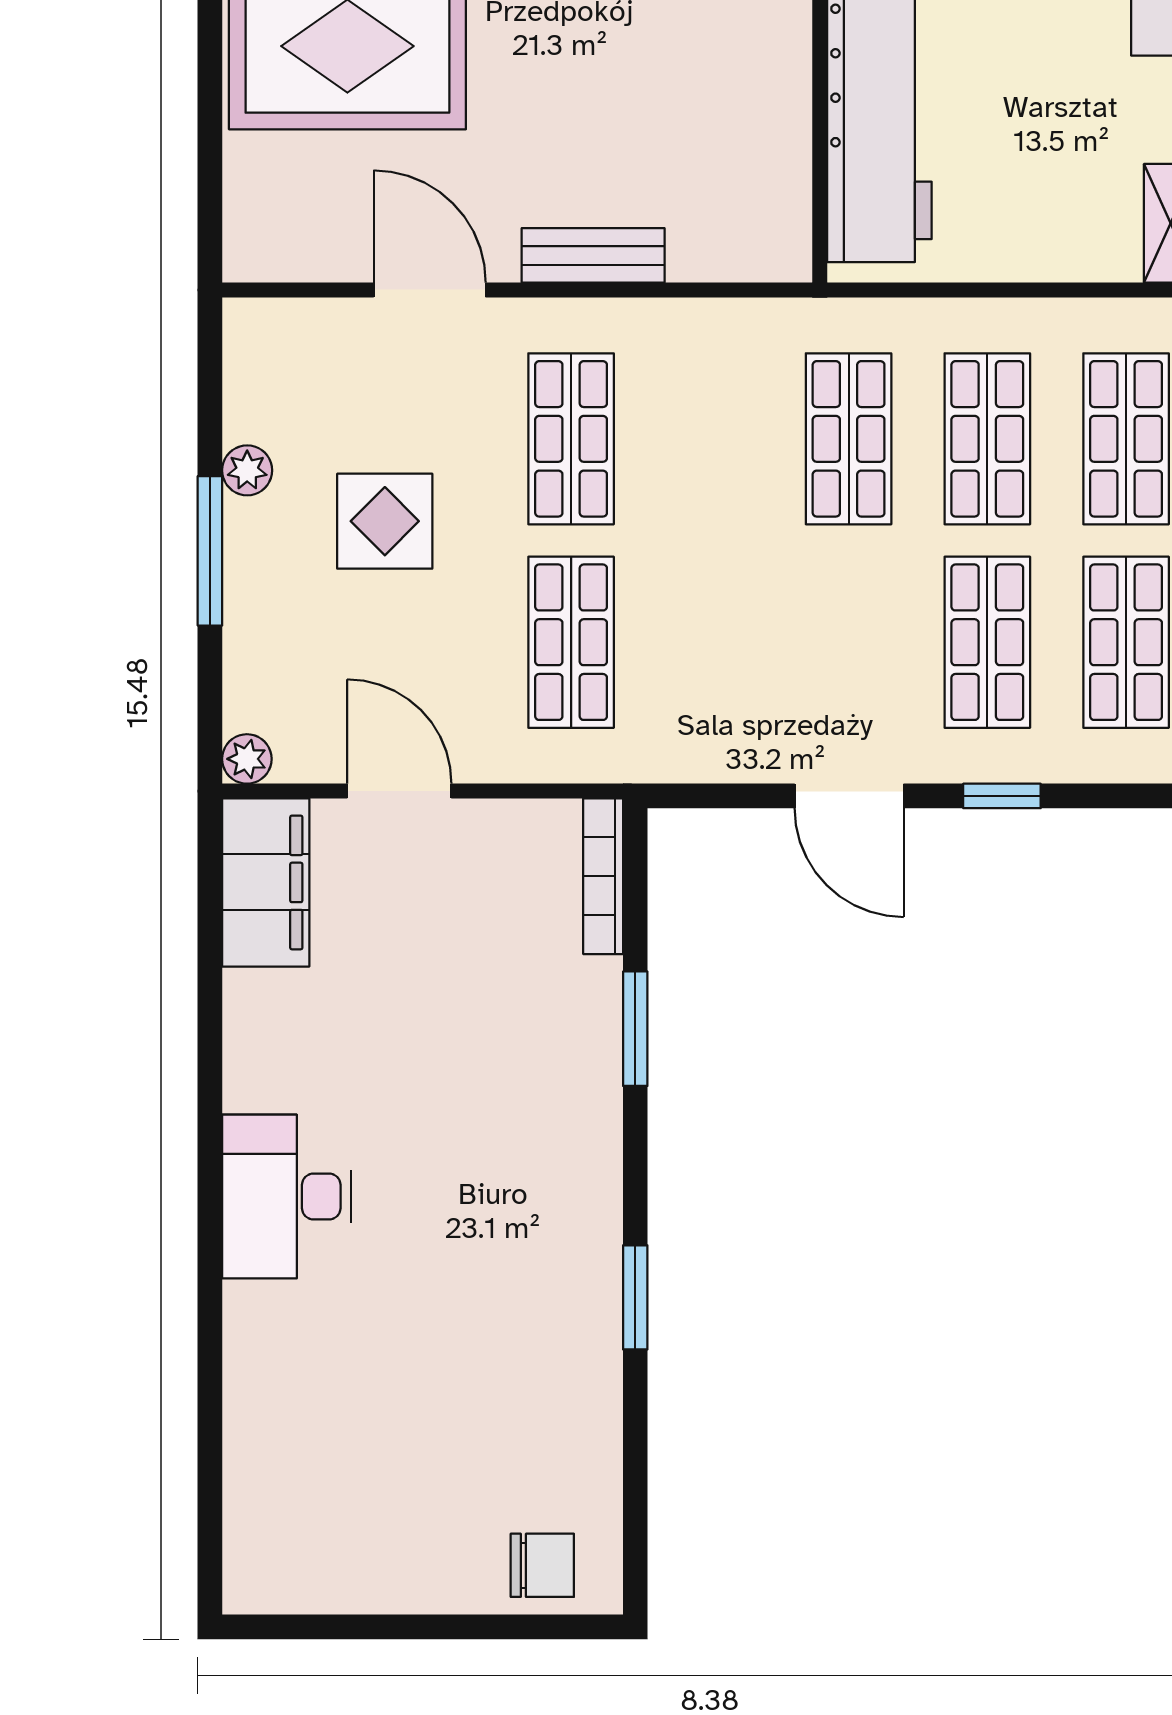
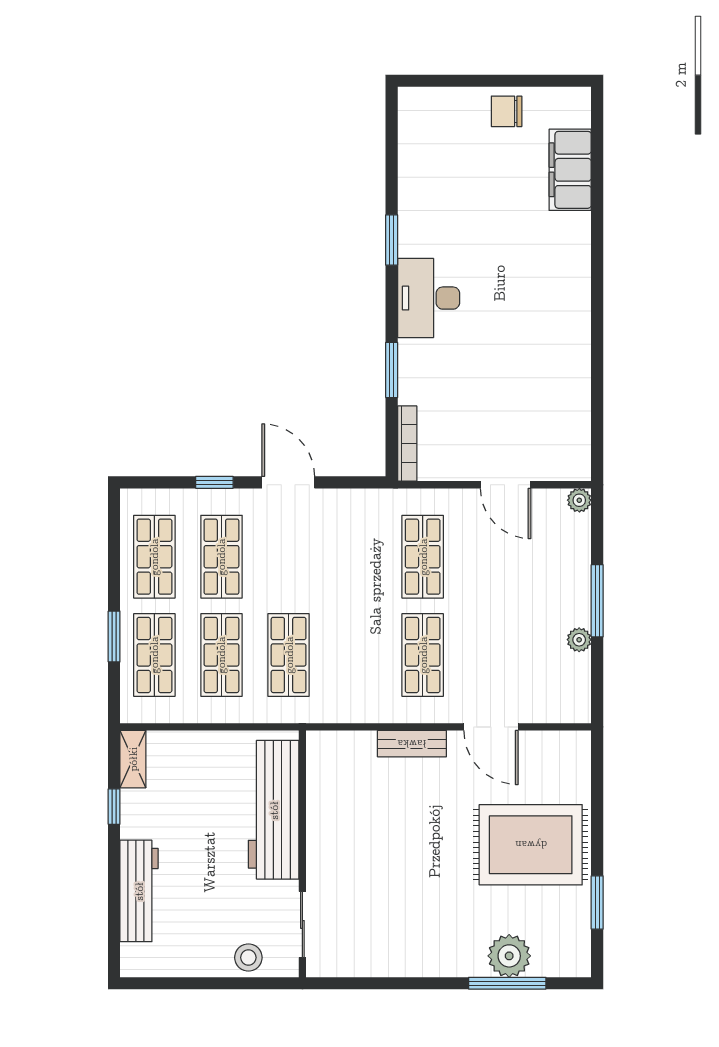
display table: (385, 521) -> (513, 615), removed
filing cabinet: (266, 882) -> (570, 170), moved
desk: (287, 1197) -> (429, 298), moved, turned 180
chair: (542, 1565) -> (507, 111), moved

